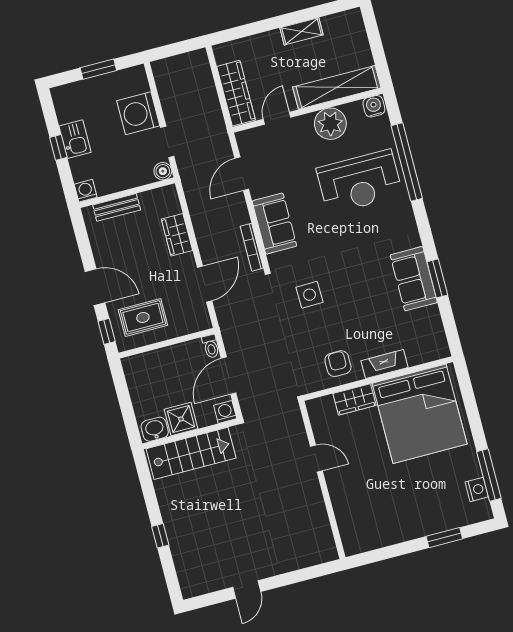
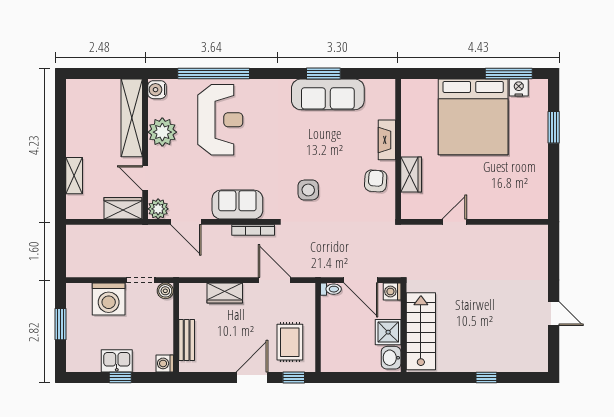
shelving: (302, 31) -> (74, 176), moved
wardrobe: (236, 93) -> (123, 208), width x0.67
plant: (248, 141) -> (158, 209), added
sofa: (414, 279) -> (328, 94), width x1.36
armchair: (338, 364) -> (376, 181), turned 94
bed: (420, 414) -> (473, 117), moved, turned 90

